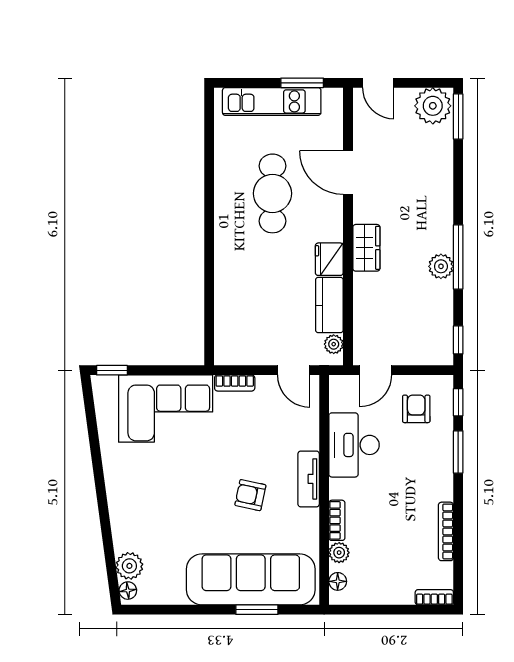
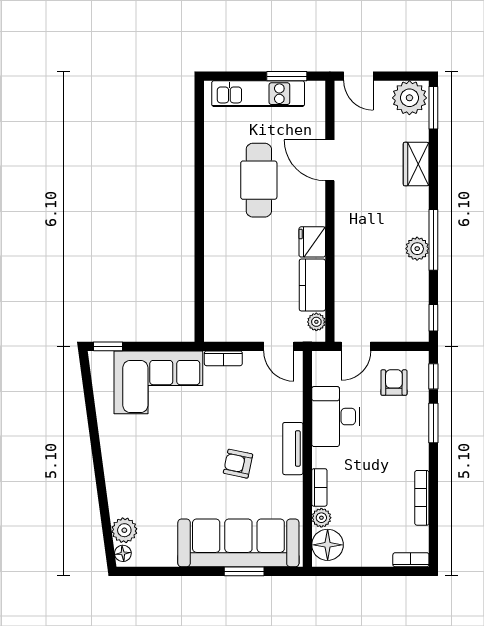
wardrobe: (366, 248) -> (416, 164), moved, turned 180
floor lamp: (338, 581) -> (328, 545), width x1.89, depth x1.89

